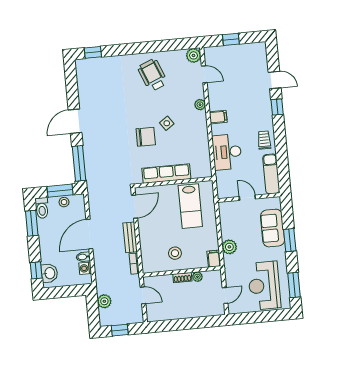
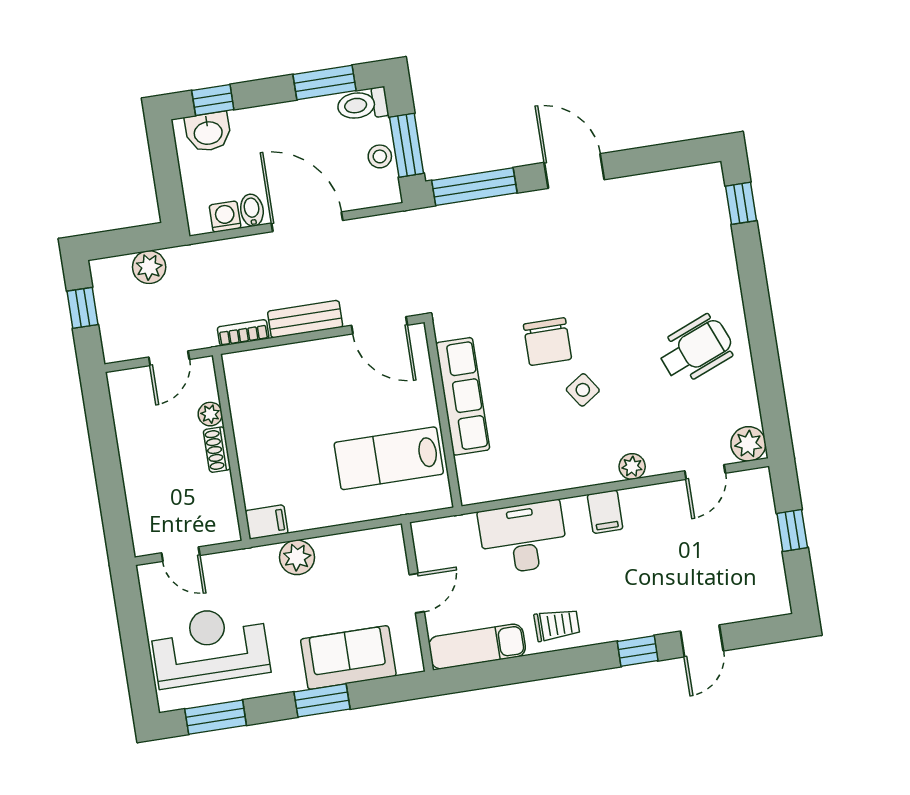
stool: (175, 253) -> (274, 428), removed
plant: (197, 277) -> (210, 414), moved

